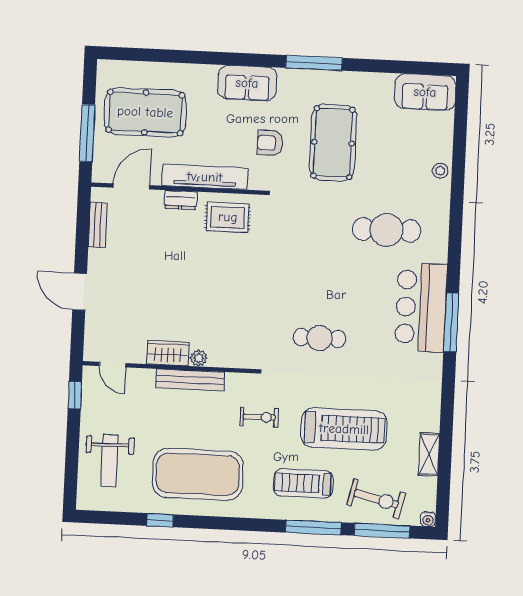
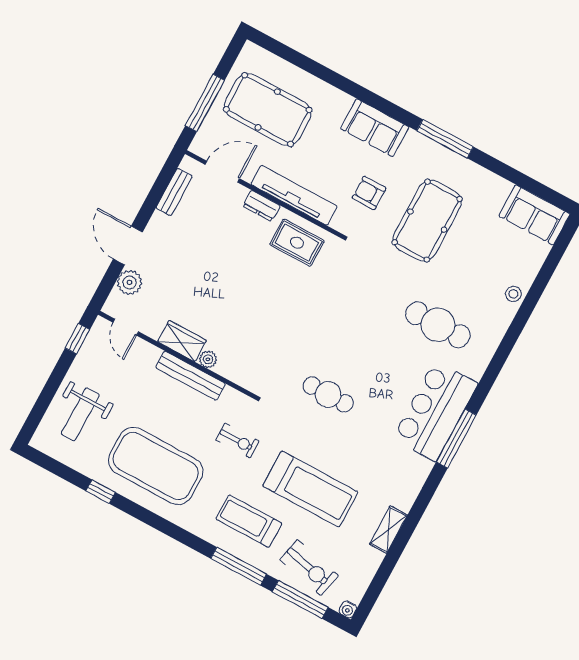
plant: (97, 324) -> (130, 282), added
shelving: (429, 454) -> (388, 530), moved

